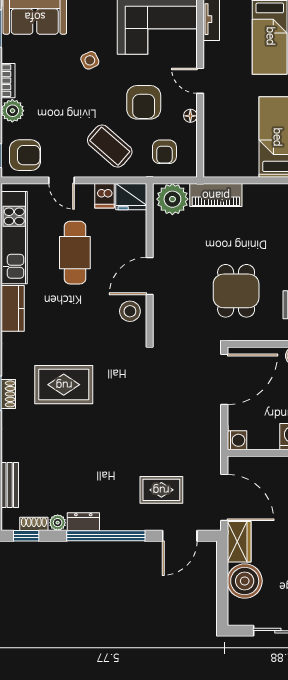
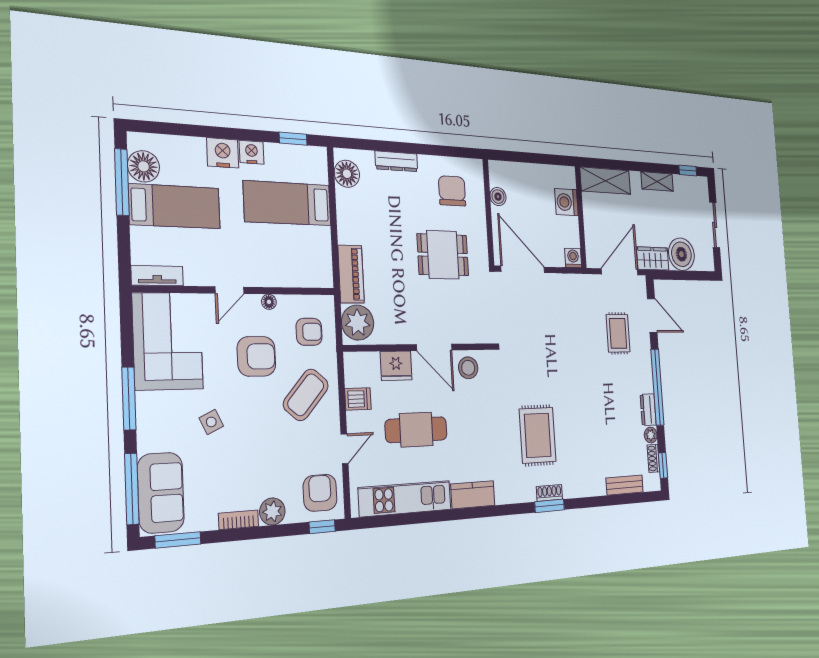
fridge: (131, 197) -> (396, 366), moved, turned 90

